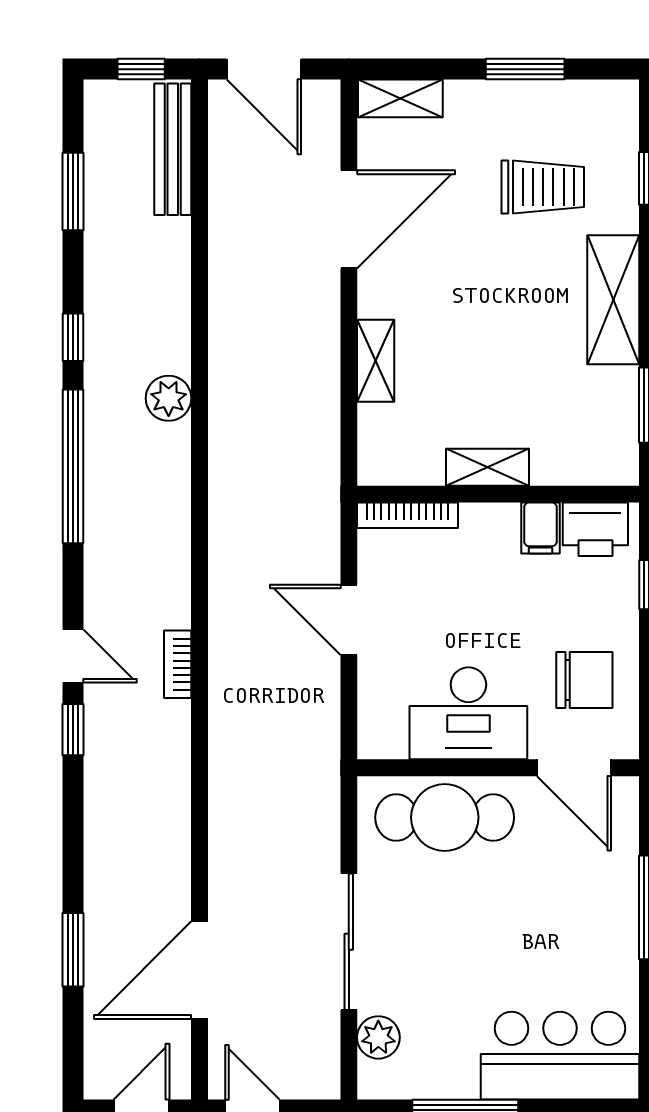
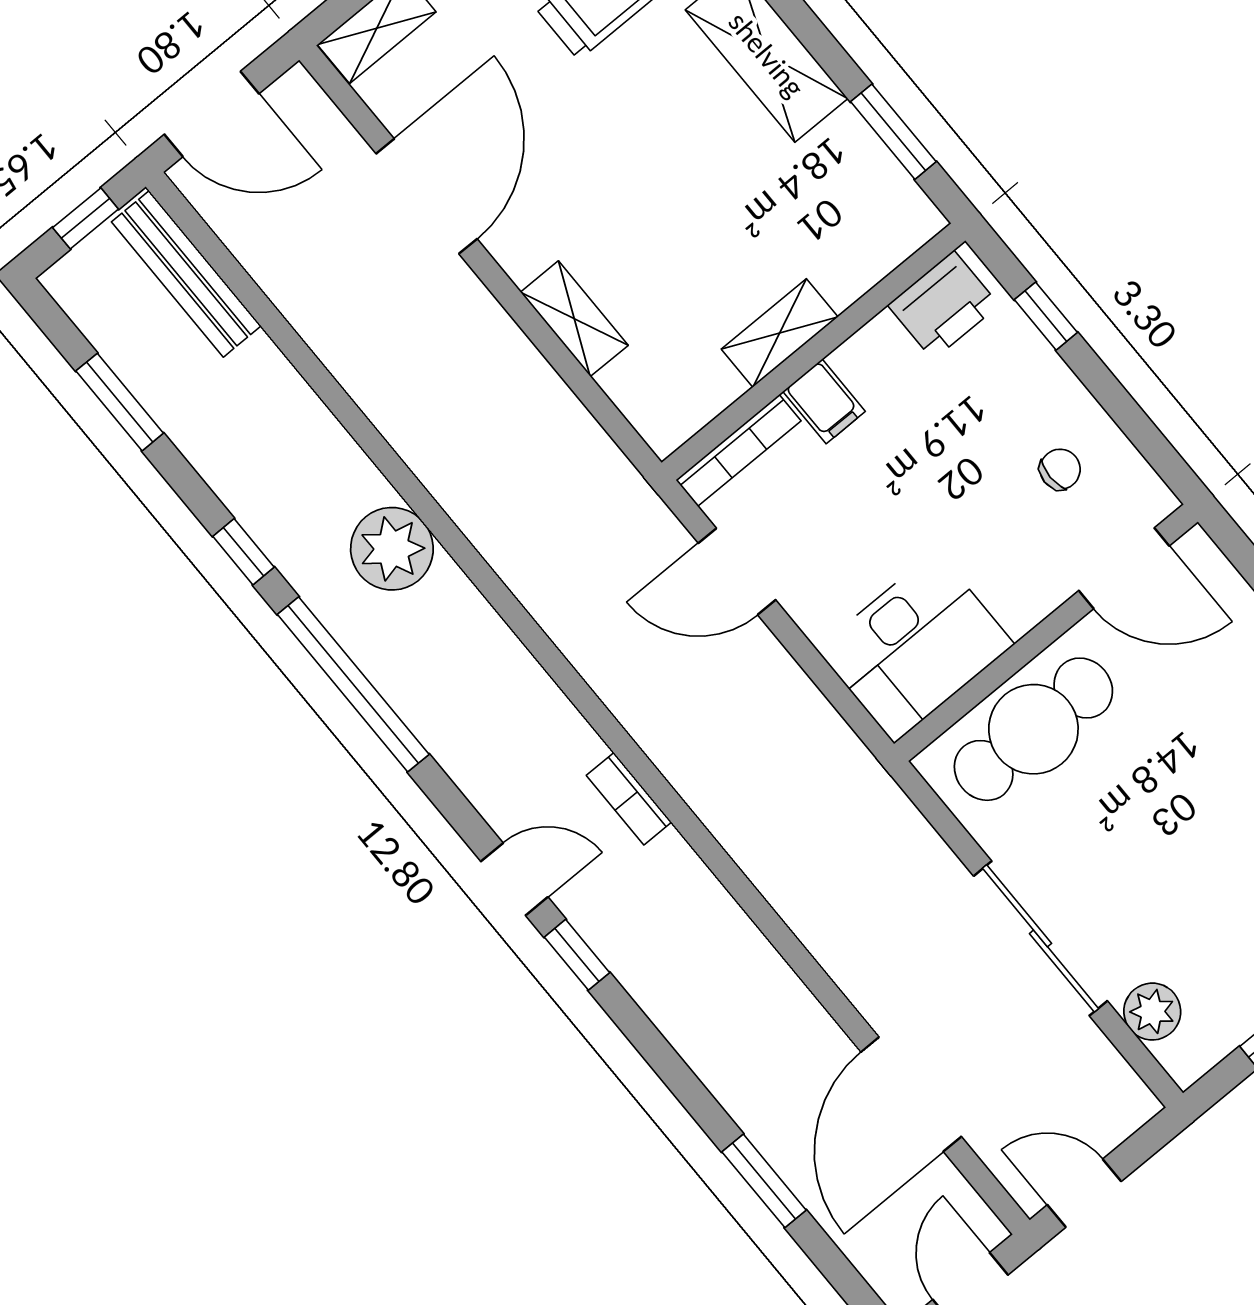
plant: (169, 398) -> (392, 549), width x1.36, depth x1.36
filing cabinet: (540, 528) -> (824, 401), moved
door: (349, 620) -> (737, 572), moved
chair: (584, 680) -> (1060, 469), width x0.54, depth x0.54
desk: (468, 713) -> (915, 647), moved

